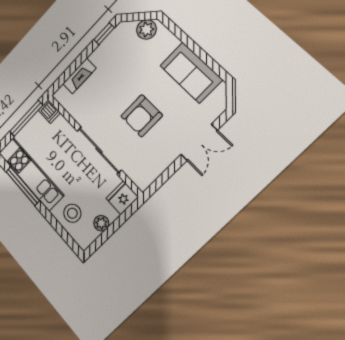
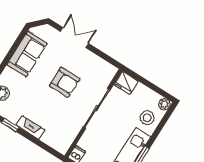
fireplace: (79, 76) -> (31, 128), moved
plant: (101, 223) -> (164, 104), moved

